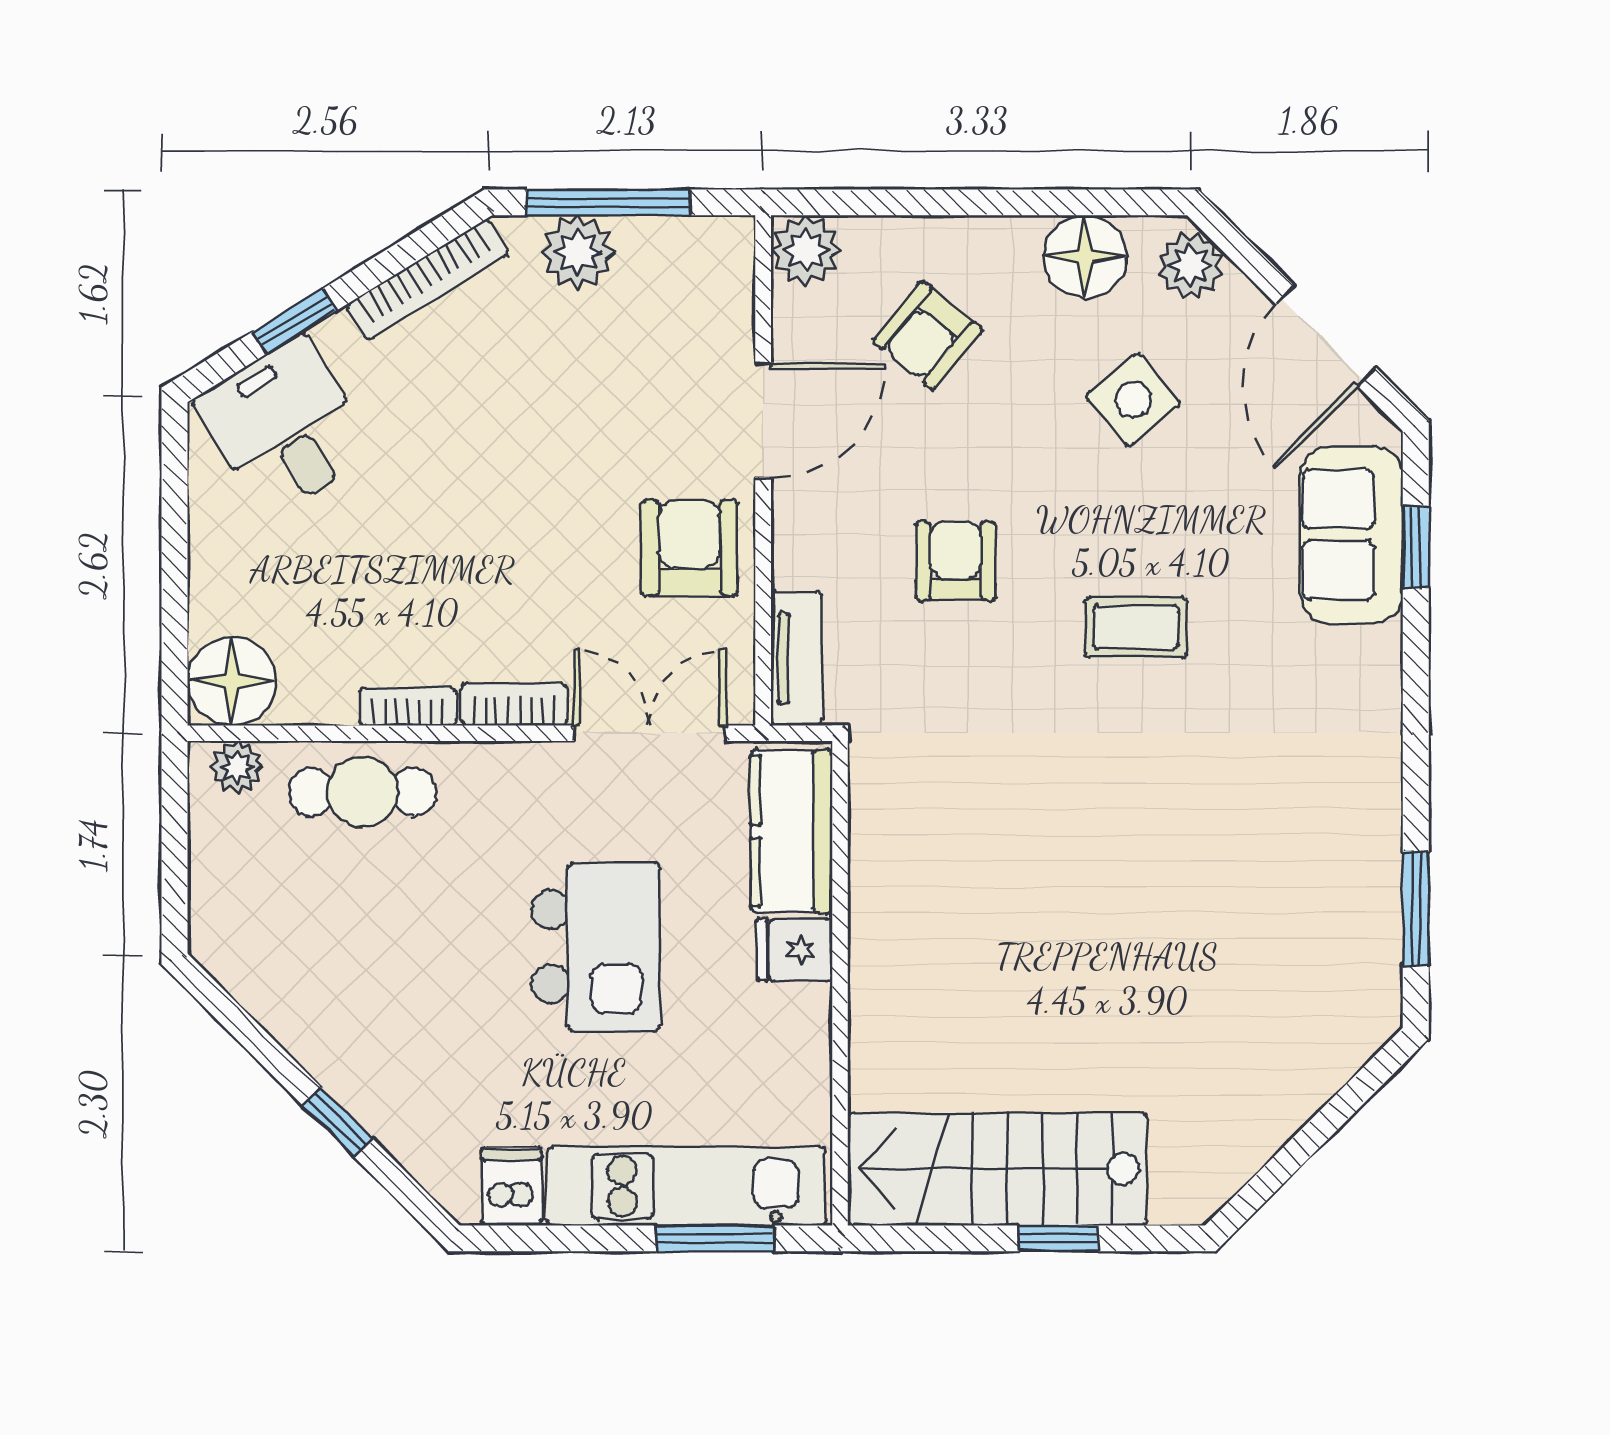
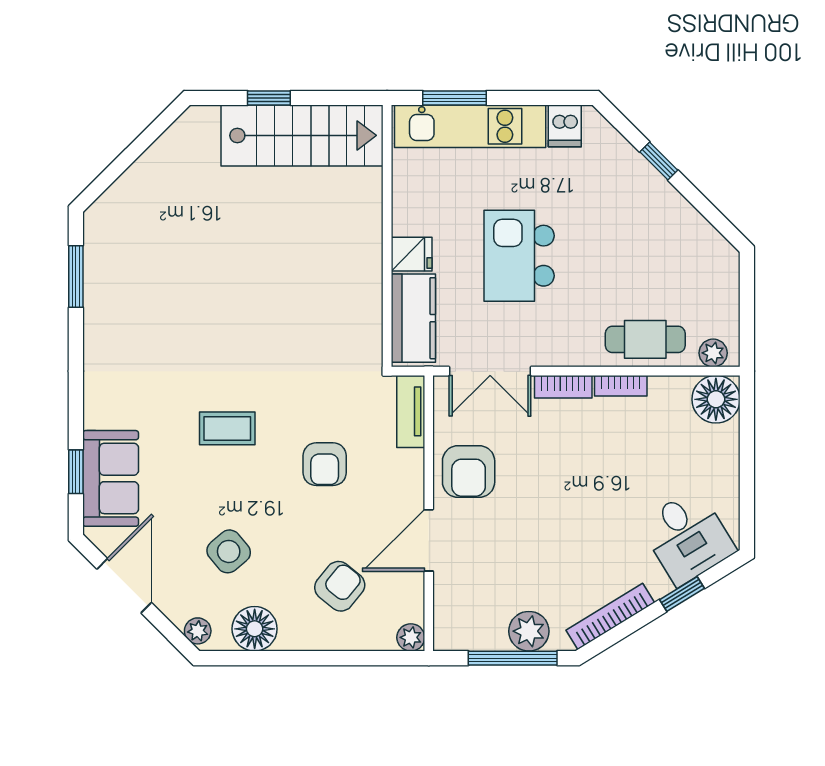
plant: (806, 250) -> (411, 637), width x0.73, depth x0.73
plant: (1190, 266) -> (198, 631), width x0.73, depth x0.73

